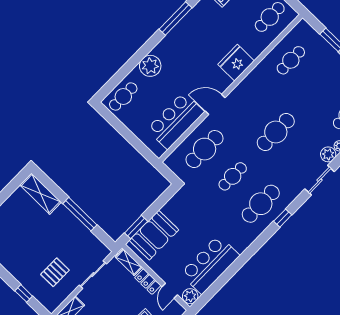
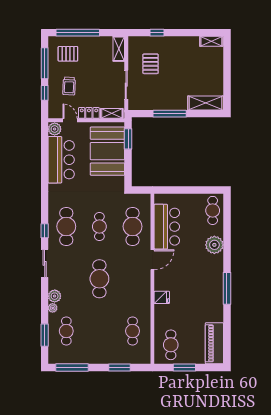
fridge: (236, 63) -> (162, 297), width x0.53, depth x0.75
sliding door: (320, 180) -> (45, 263), moved
booth: (154, 235) -> (107, 151), width x1.36, depth x1.42

